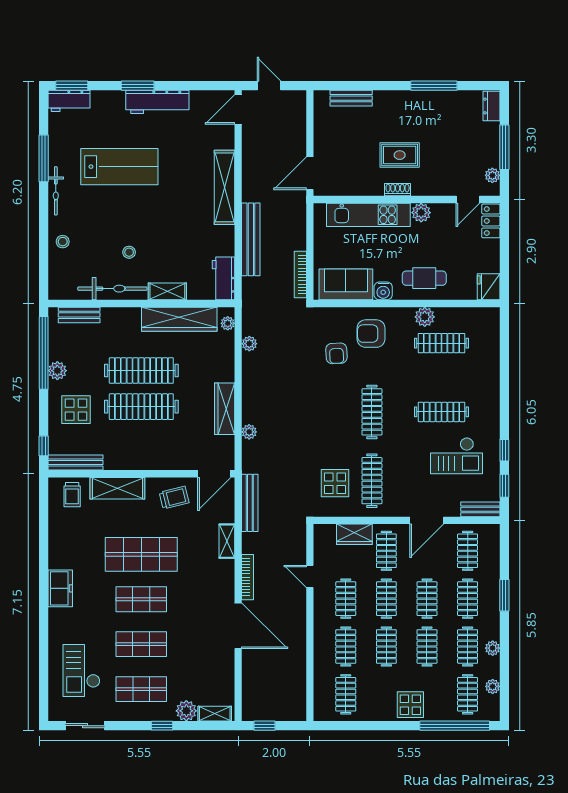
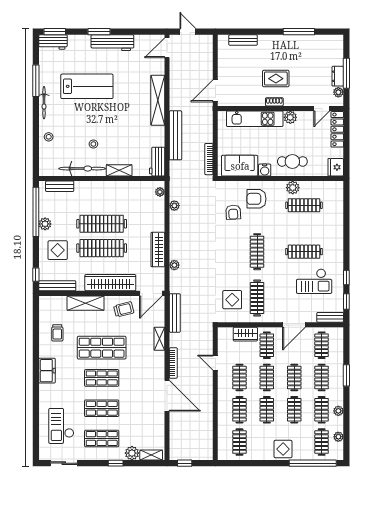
dresser: (492, 106) -> (338, 76), moved
locker: (491, 221) -> (337, 129), width x1.53
wardrobe: (179, 319) -> (110, 283), moved, turned 180
trolley: (72, 495) -> (57, 333), moved

